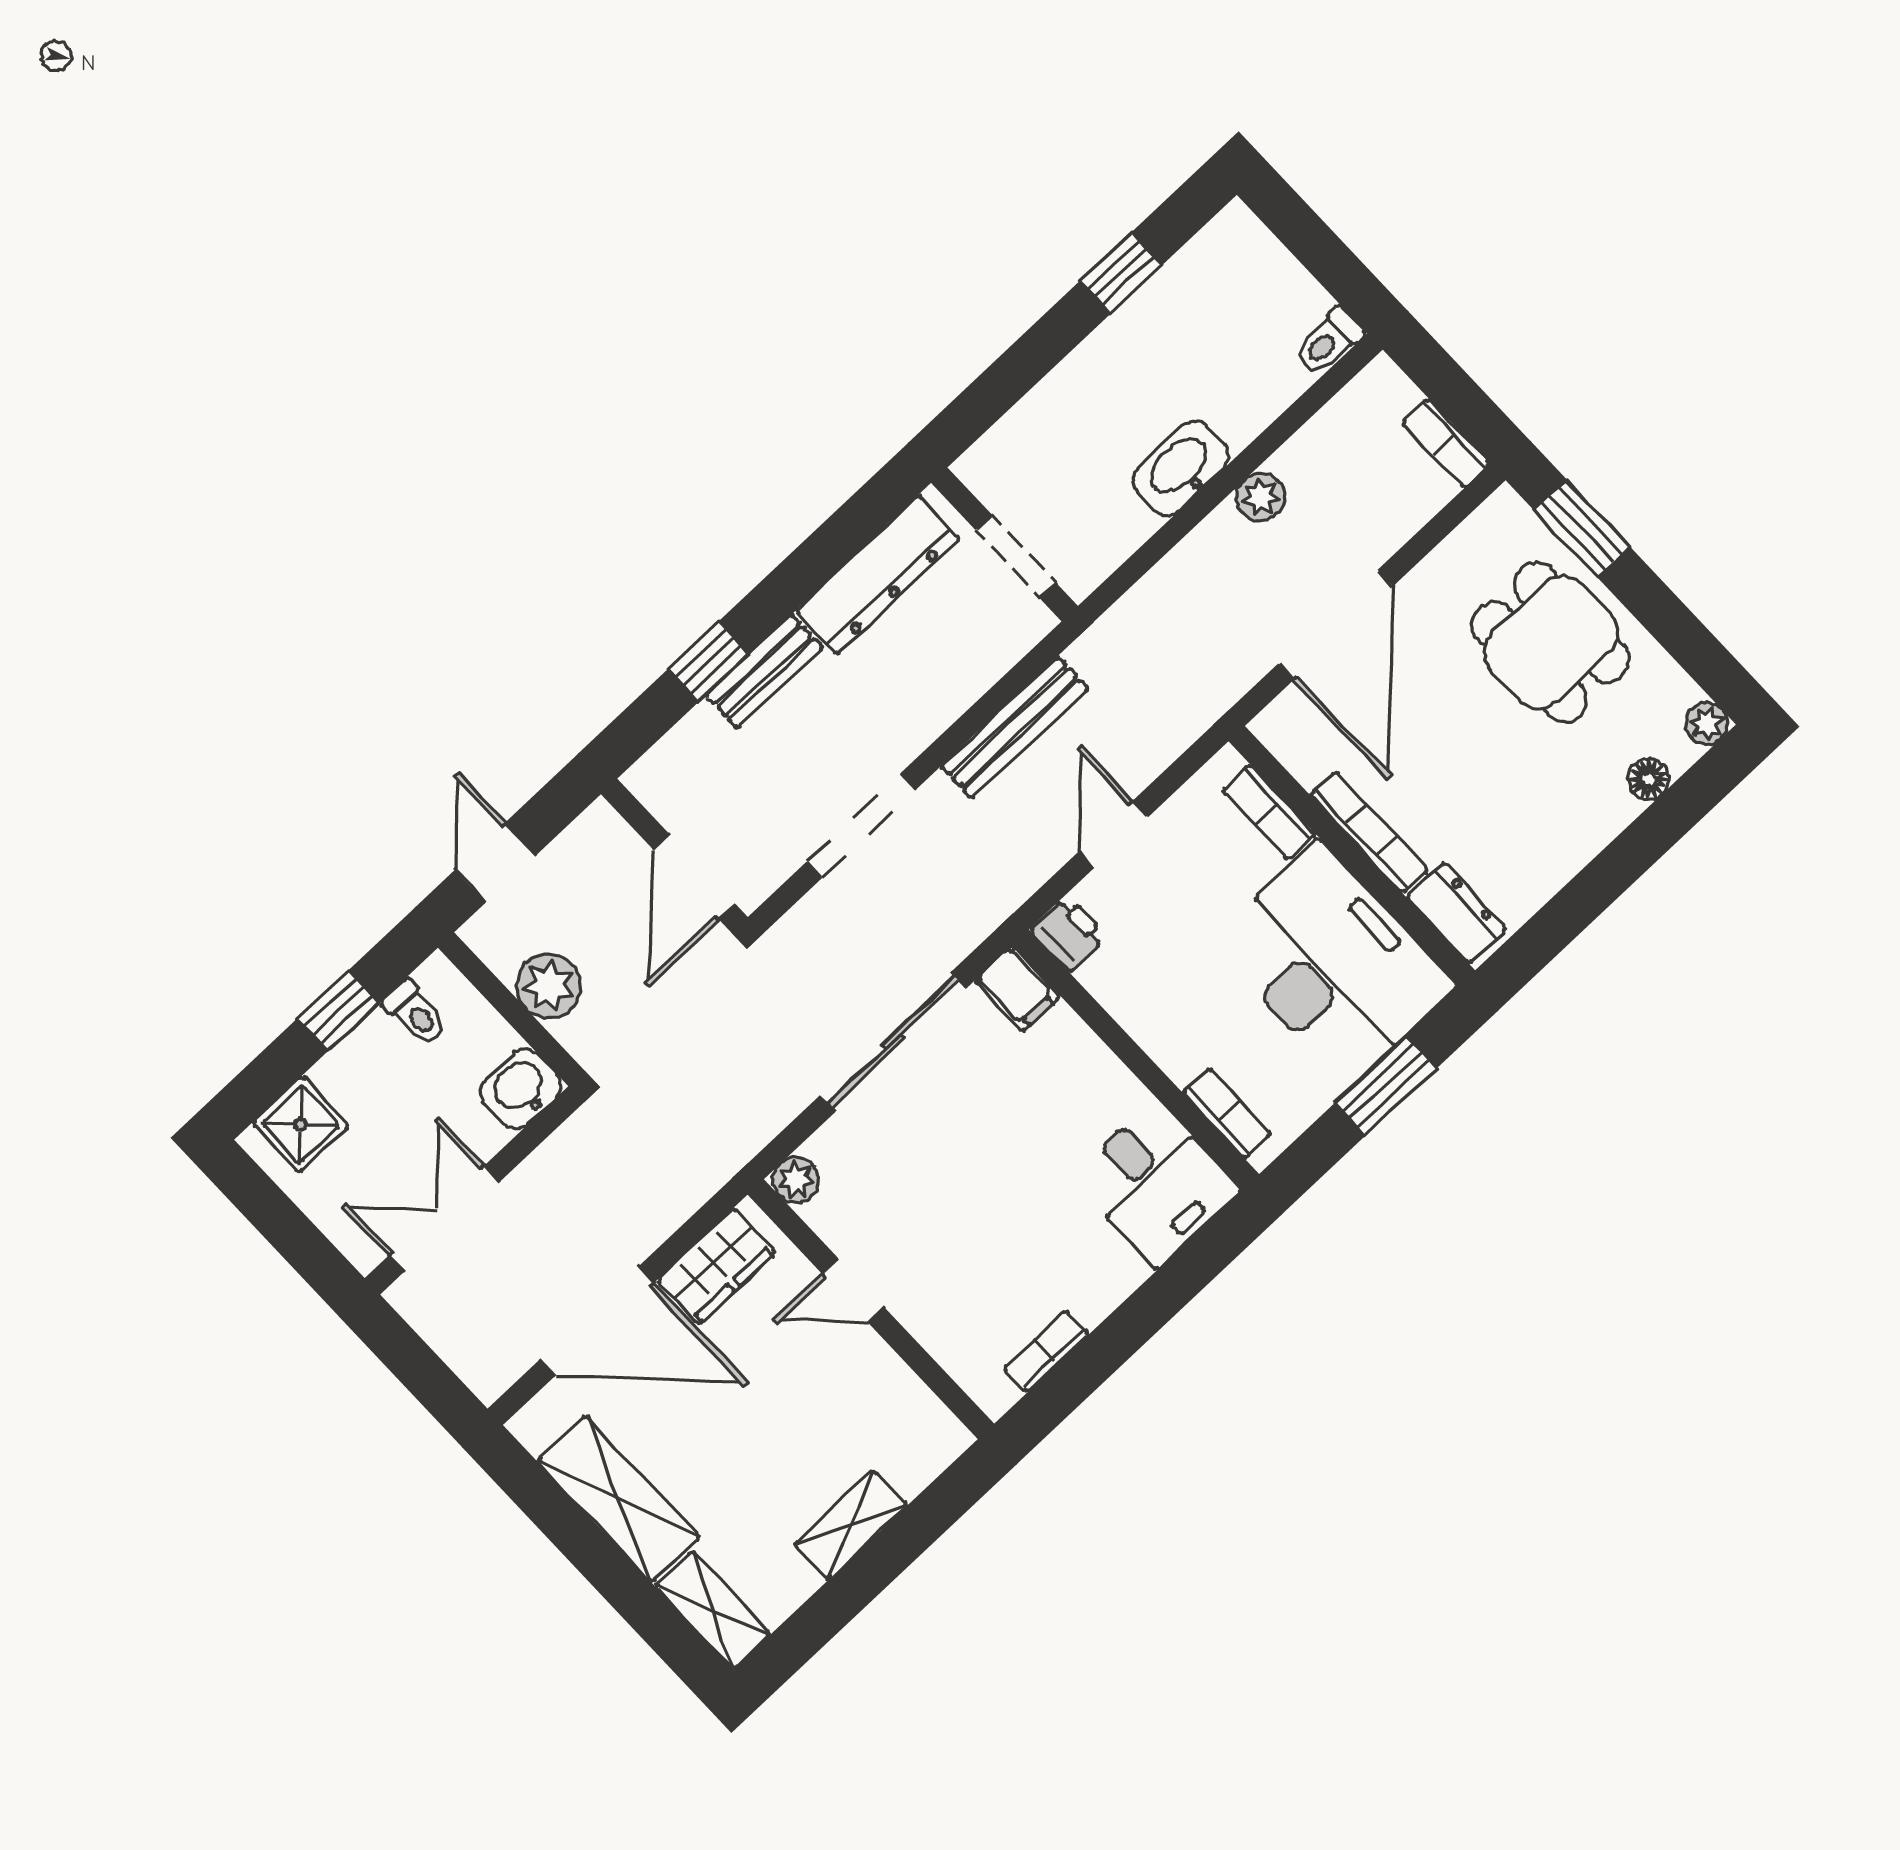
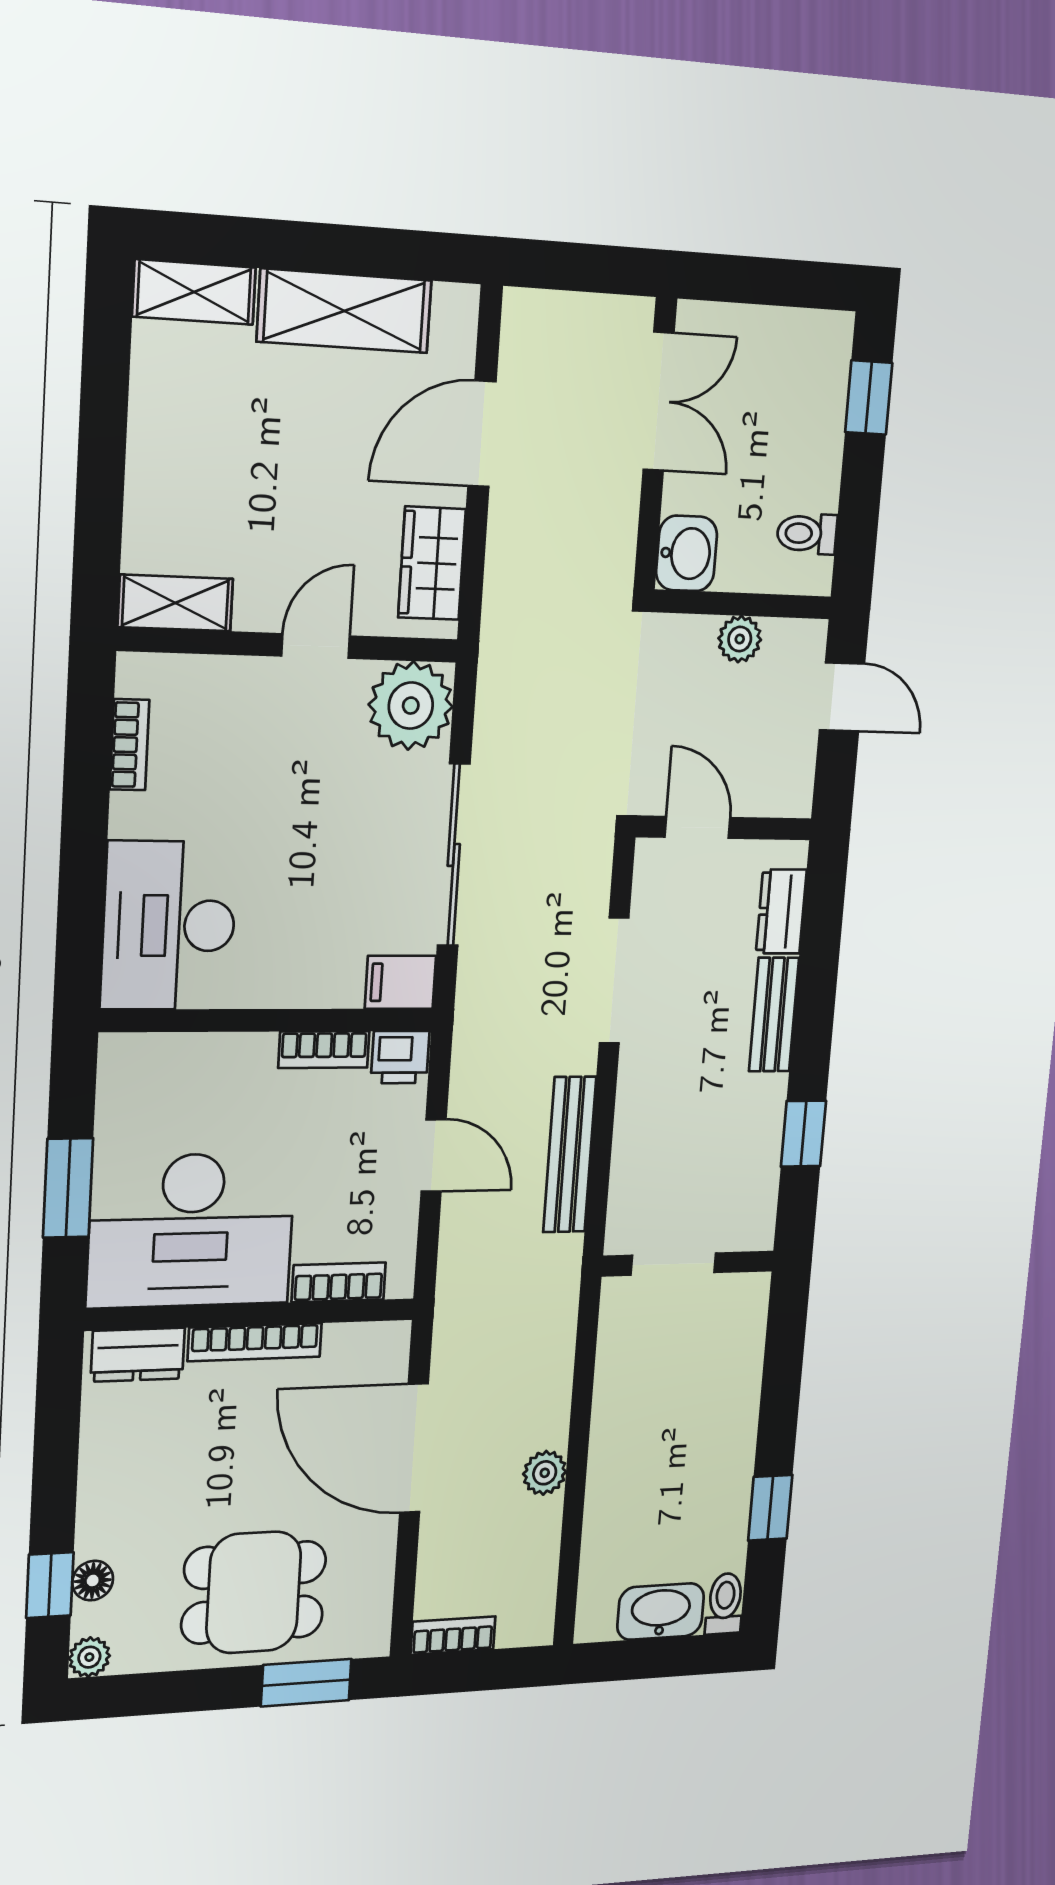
toilet: (1329, 341) -> (725, 1604), moved
washbasin: (1181, 468) -> (661, 1612), moved, turned -90
dresser: (878, 575) -> (781, 912), moved, width x0.51, depth x0.80
window: (709, 661) -> (803, 1134), moved
window: (1679, 809) -> (50, 1585), added
door: (694, 877) -> (697, 827), width x0.73
plant: (549, 986) -> (740, 639), width x0.73, depth x0.73
window: (338, 1011) -> (869, 398), moved
bookcase: (1227, 1113) -> (324, 1050), moved
shower: (301, 1124) -> (819, 370), removed
plant: (796, 1180) -> (411, 706), width x1.87, depth x1.87
desk: (1156, 1184) -> (169, 926), width x1.37
door: (597, 1321) -> (482, 434), width x0.73
shelving: (851, 1525) -> (175, 603), moved, turned 90

